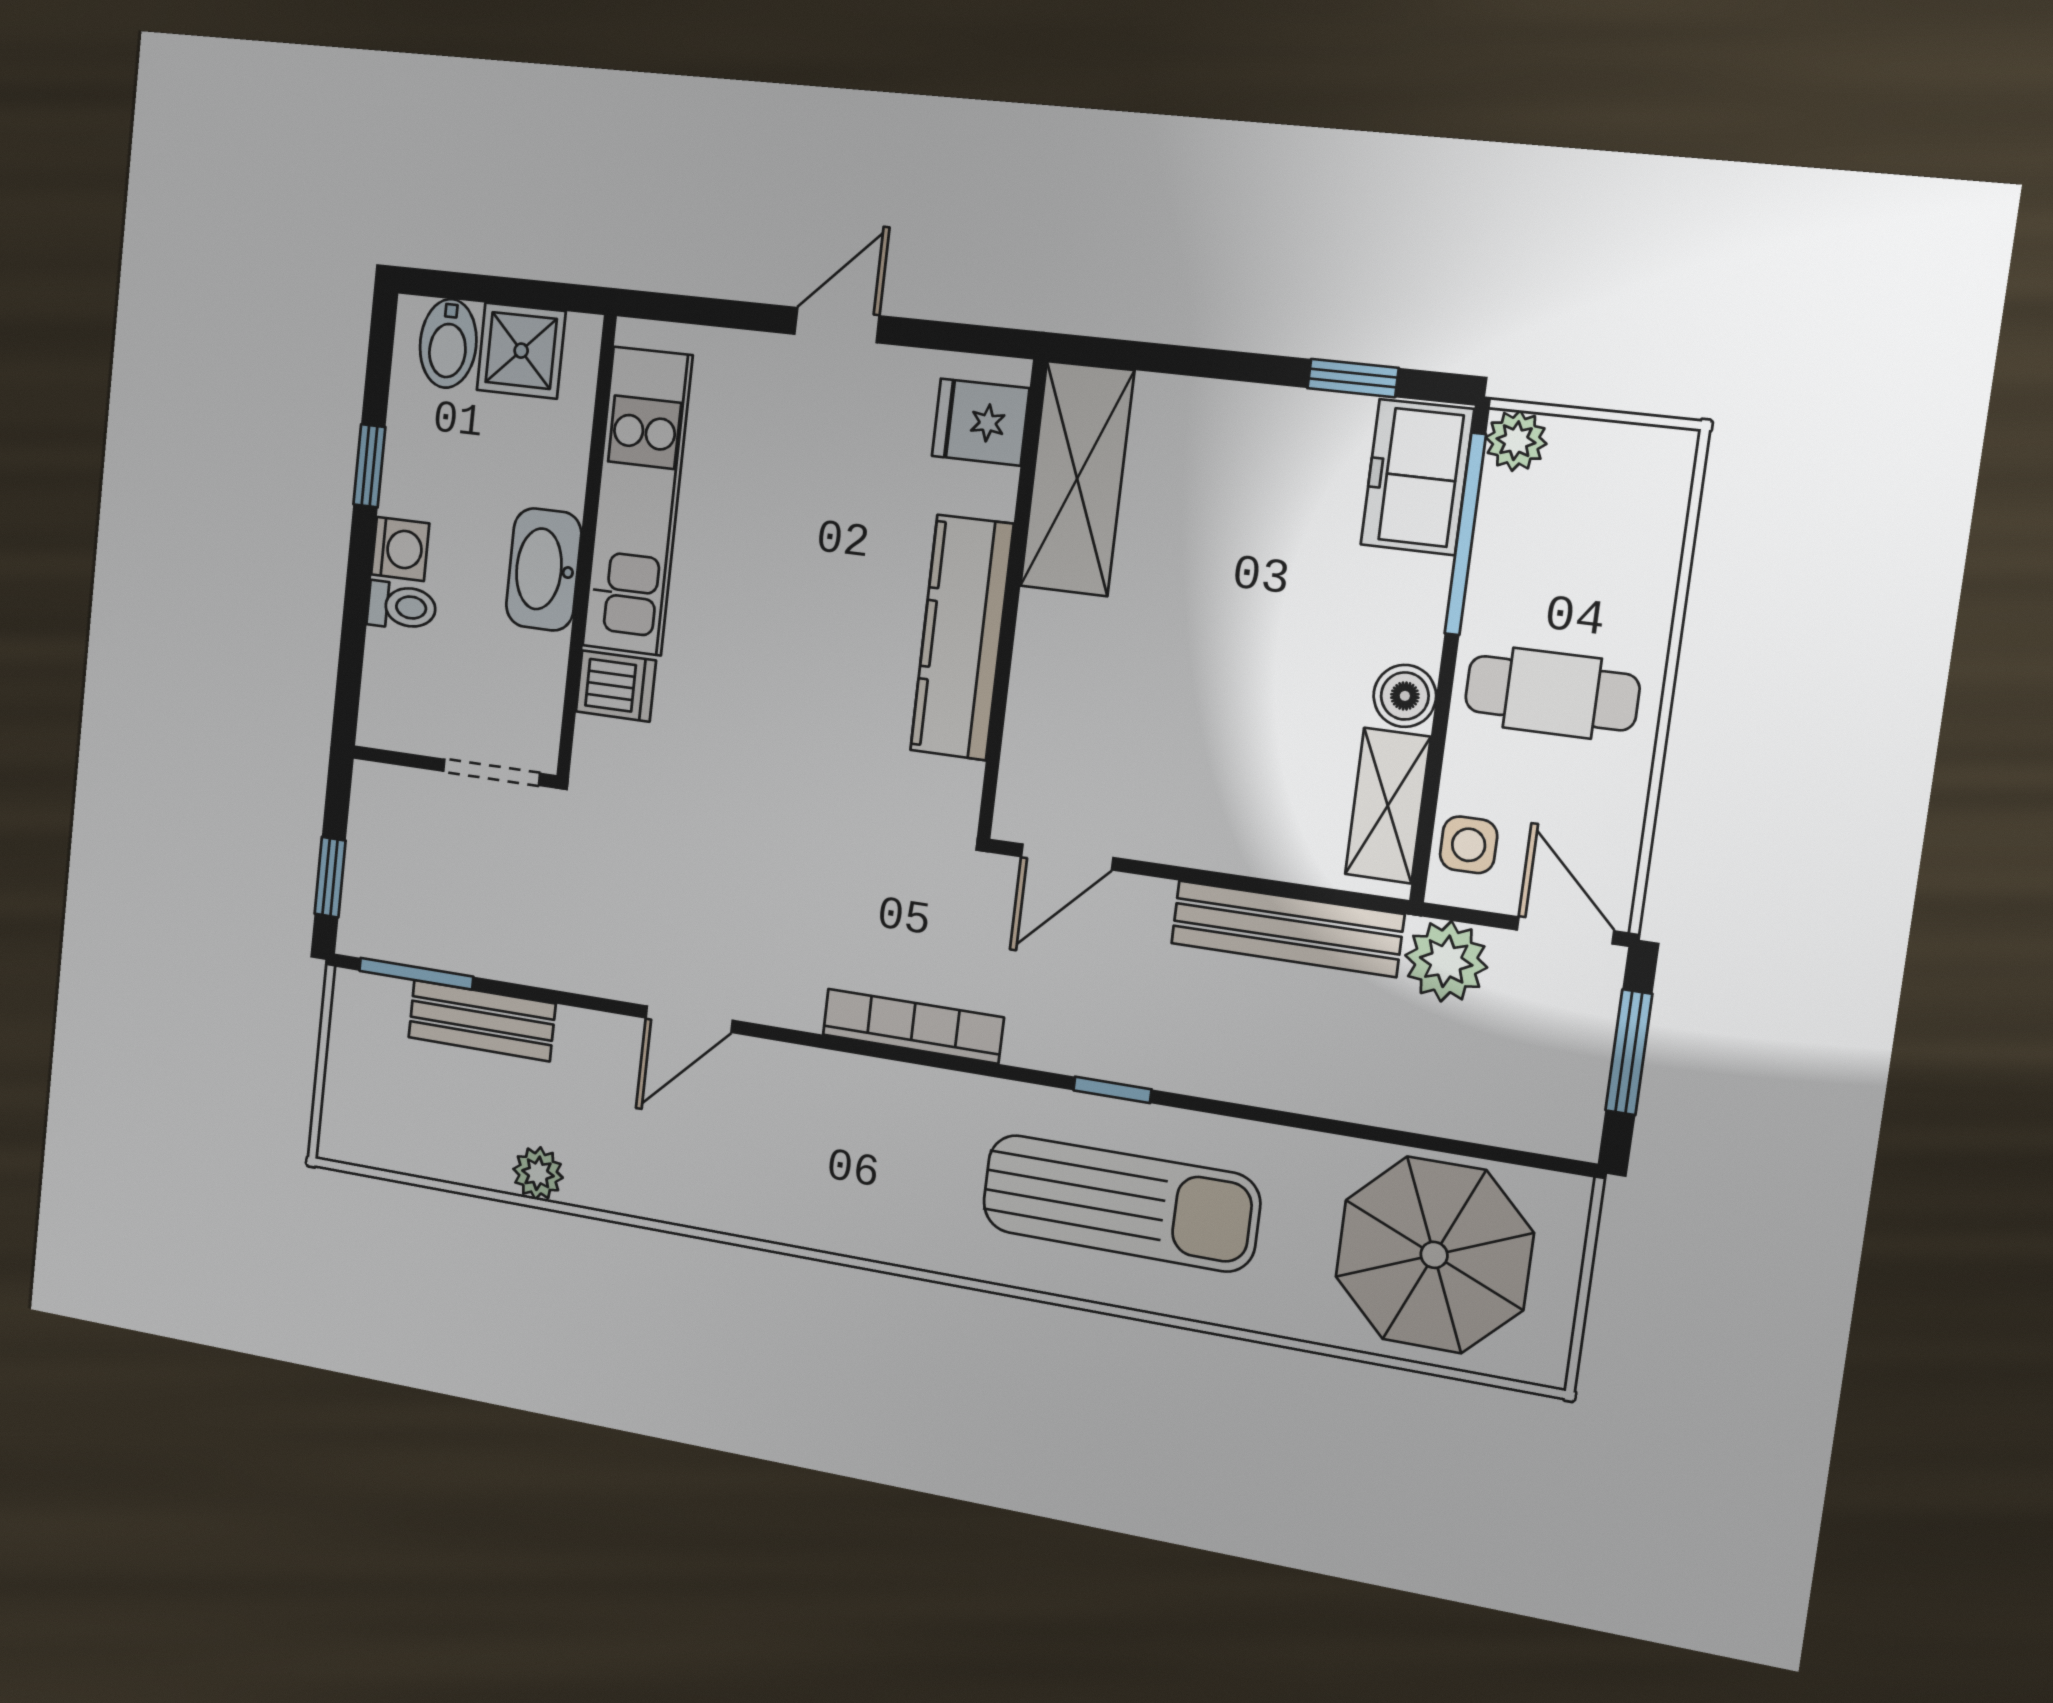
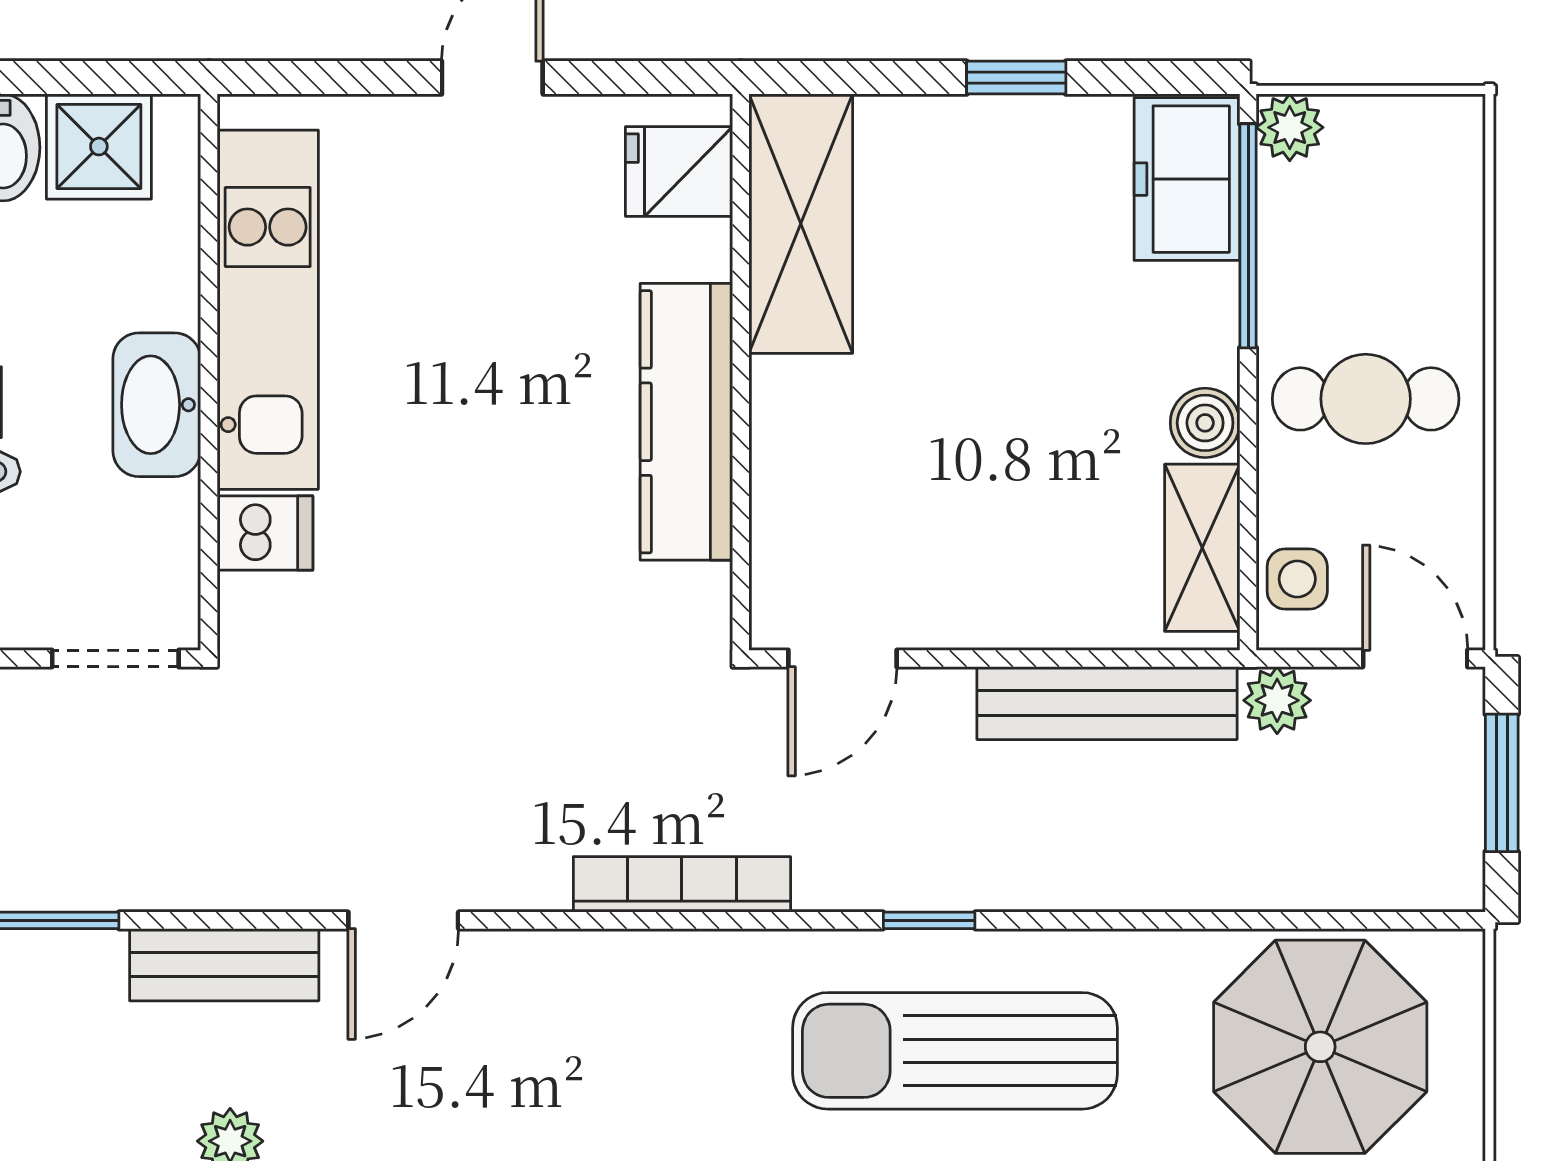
window: (1353, 378) -> (1016, 78), moved
plant: (1446, 961) -> (1277, 700), width x0.73, depth x0.73
bench: (482, 1021) -> (224, 965), moved
sun lounger: (1120, 1203) -> (955, 1051), turned 180

